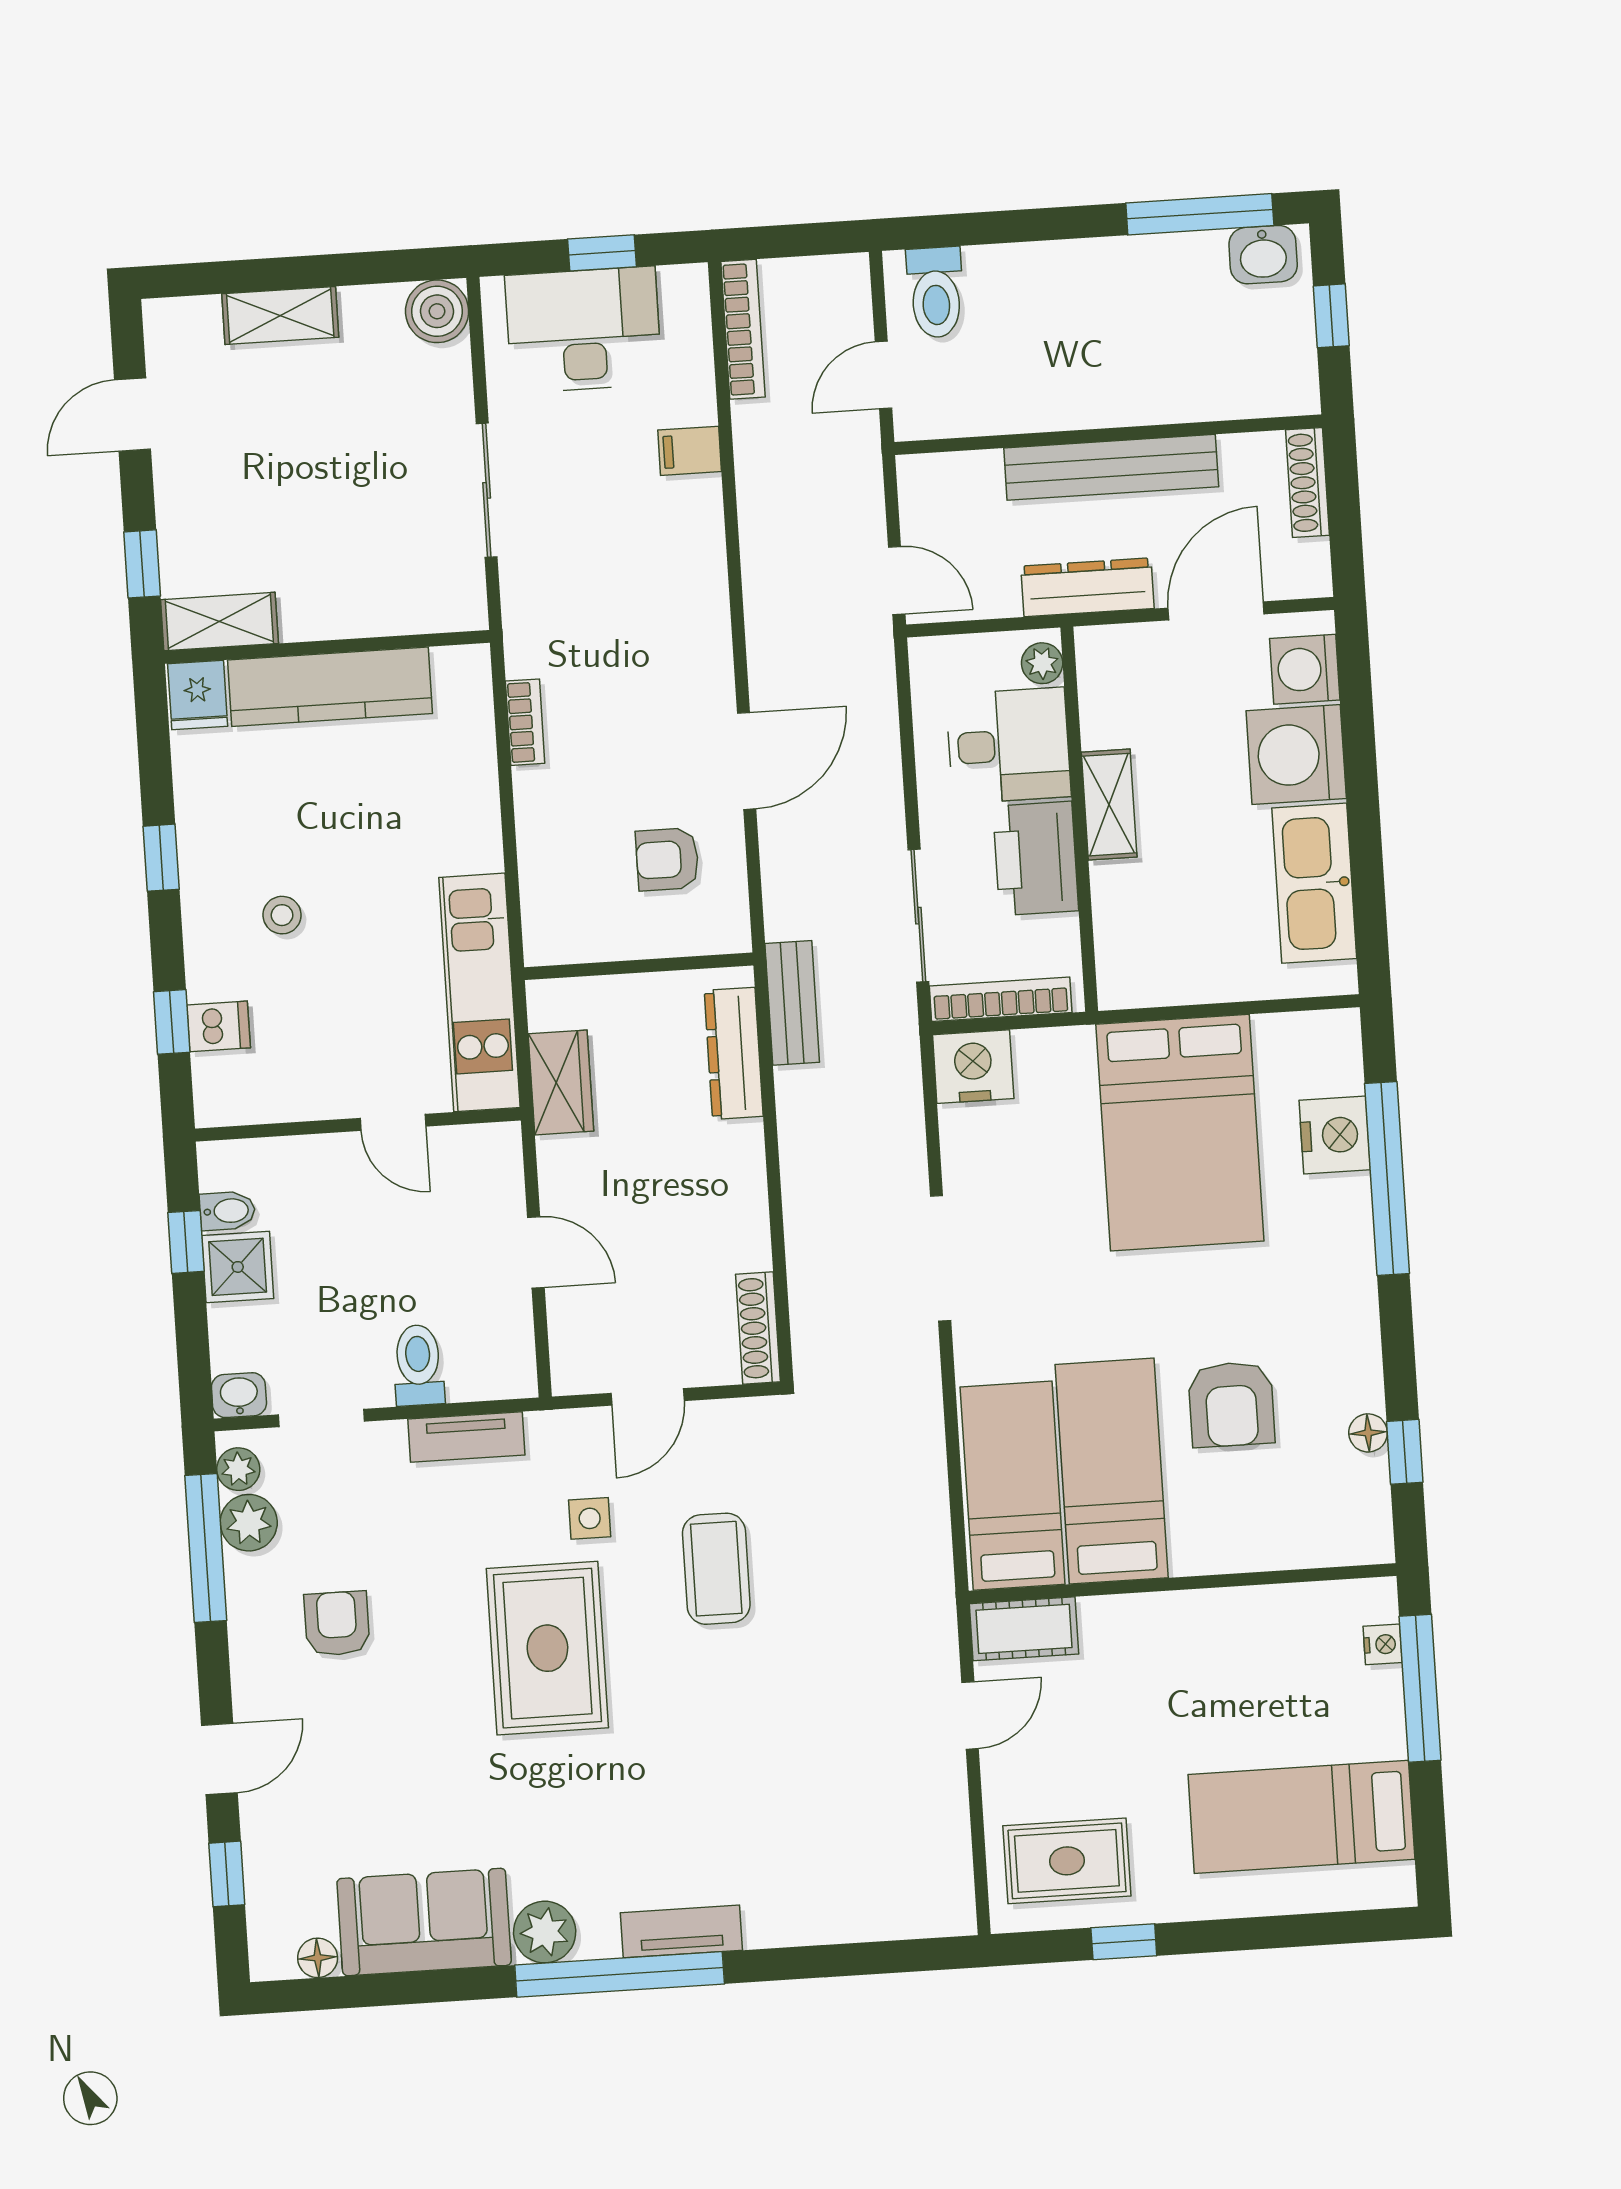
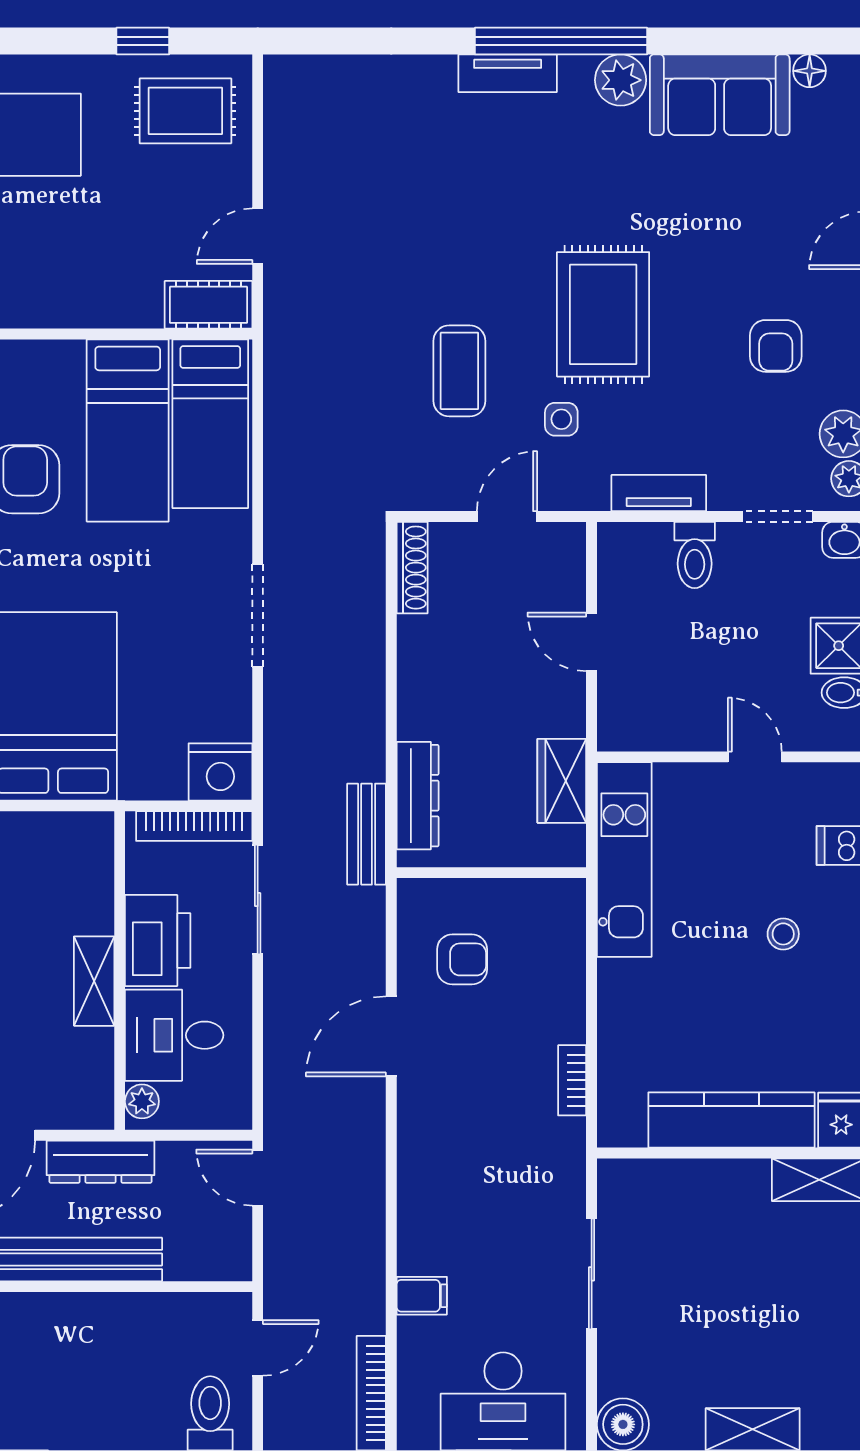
door: (393, 1122) -> (755, 757), moved

